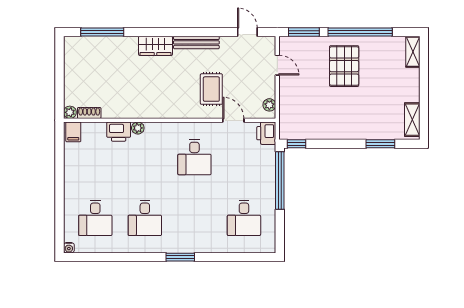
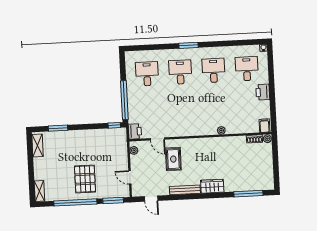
printer: (119, 132) -> (263, 92), moved, turned -90
desk: (194, 157) -> (180, 72), moved

